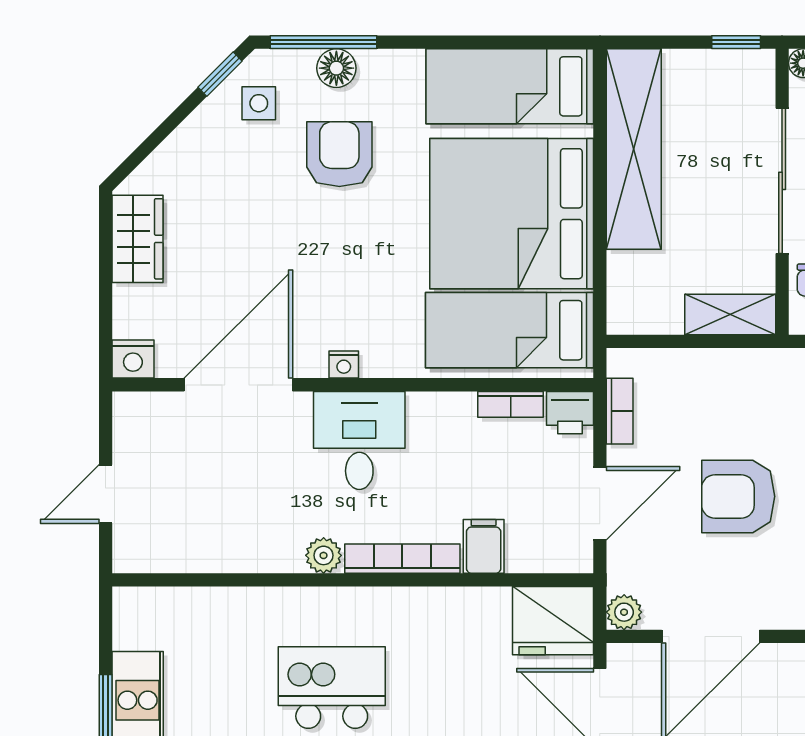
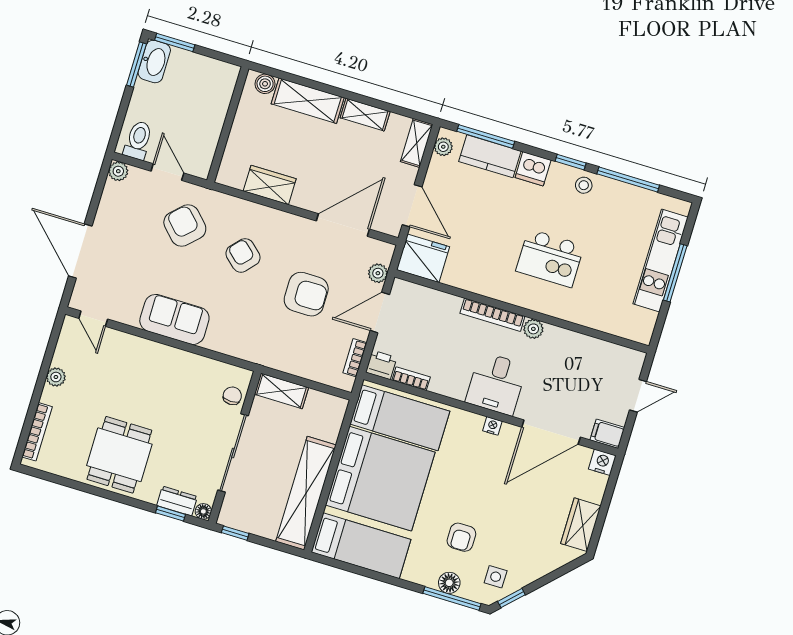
armchair: (339, 154) -> (461, 537), width x0.72, depth x0.72
filing cabinet: (484, 546) -> (607, 434), moved, turned 90
plant: (624, 612) -> (378, 273), moved

